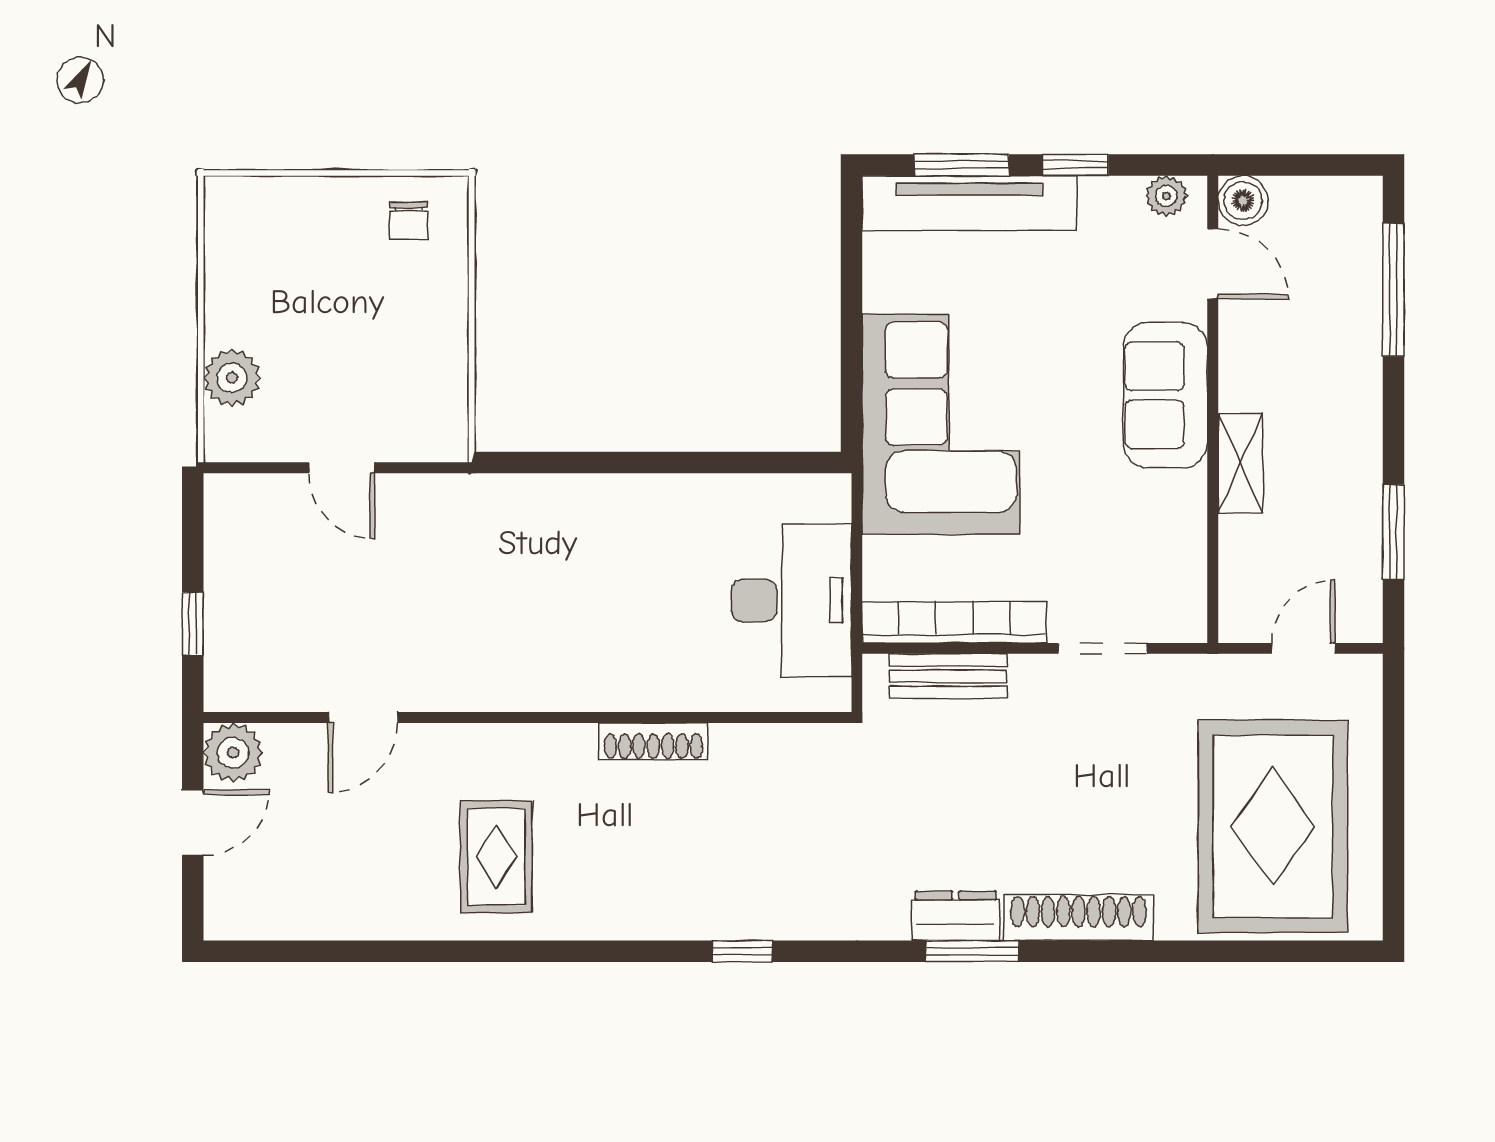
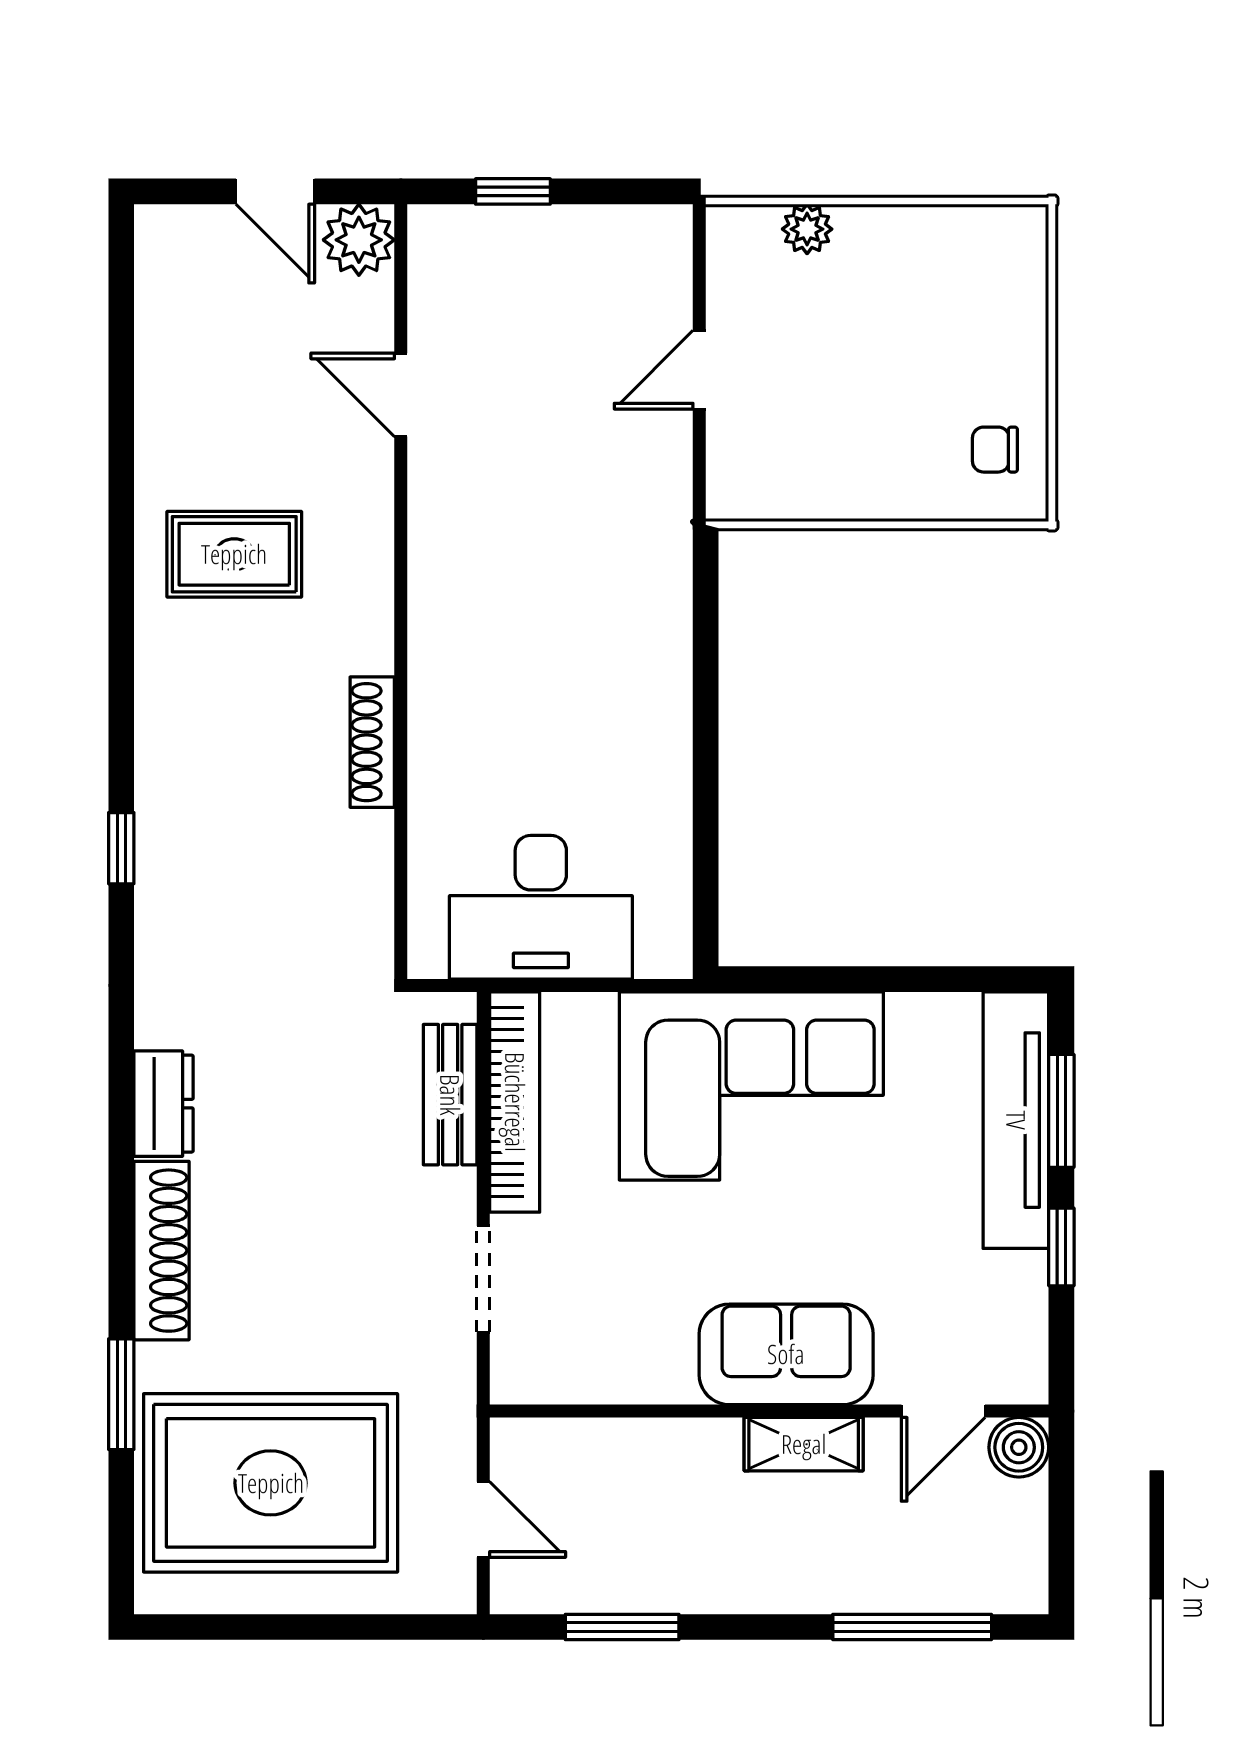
plant: (1166, 196) -> (1024, 1355), removed
plant: (232, 378) -> (807, 229), width x0.73, depth x0.73
shelving: (1240, 463) -> (804, 1444), moved
window: (972, 951) -> (121, 1394), moved

